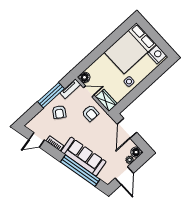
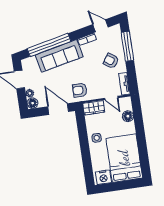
floor lamp: (84, 77) -> (128, 116), moved
door: (89, 91) -> (111, 98), hinge flipped
window: (51, 95) -> (127, 46), moved
armchair: (90, 113) -> (80, 90), moved
door: (37, 140) -> (100, 26), hinge flipped

